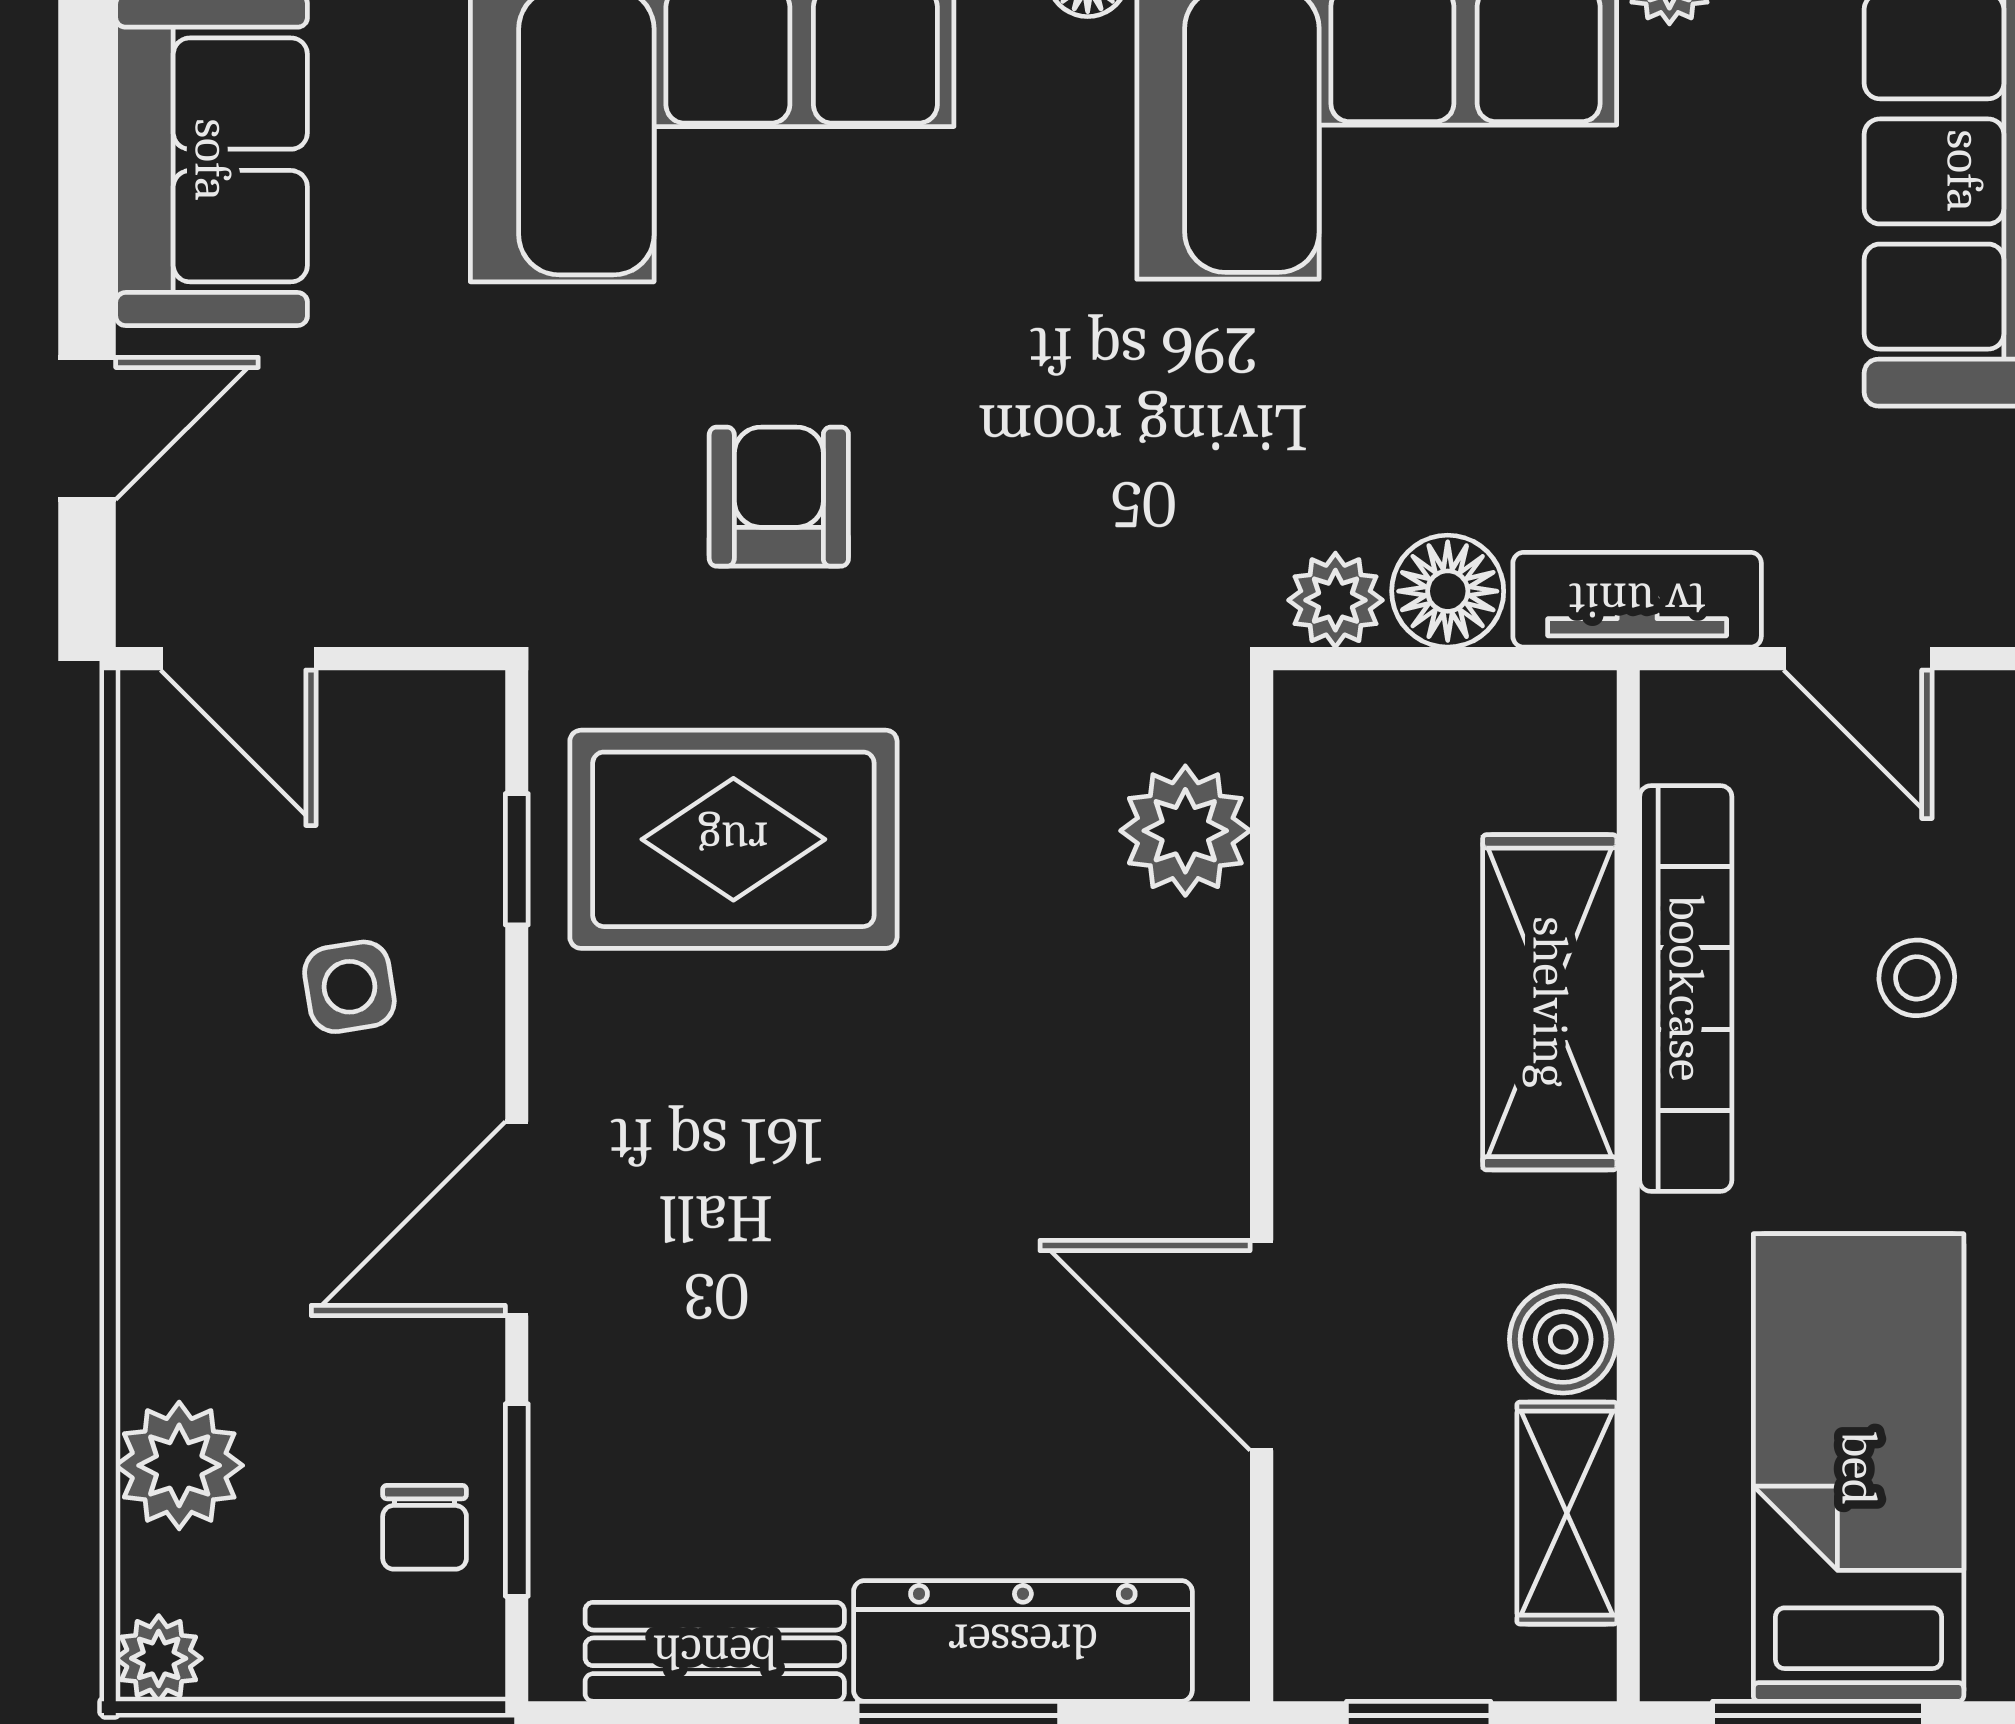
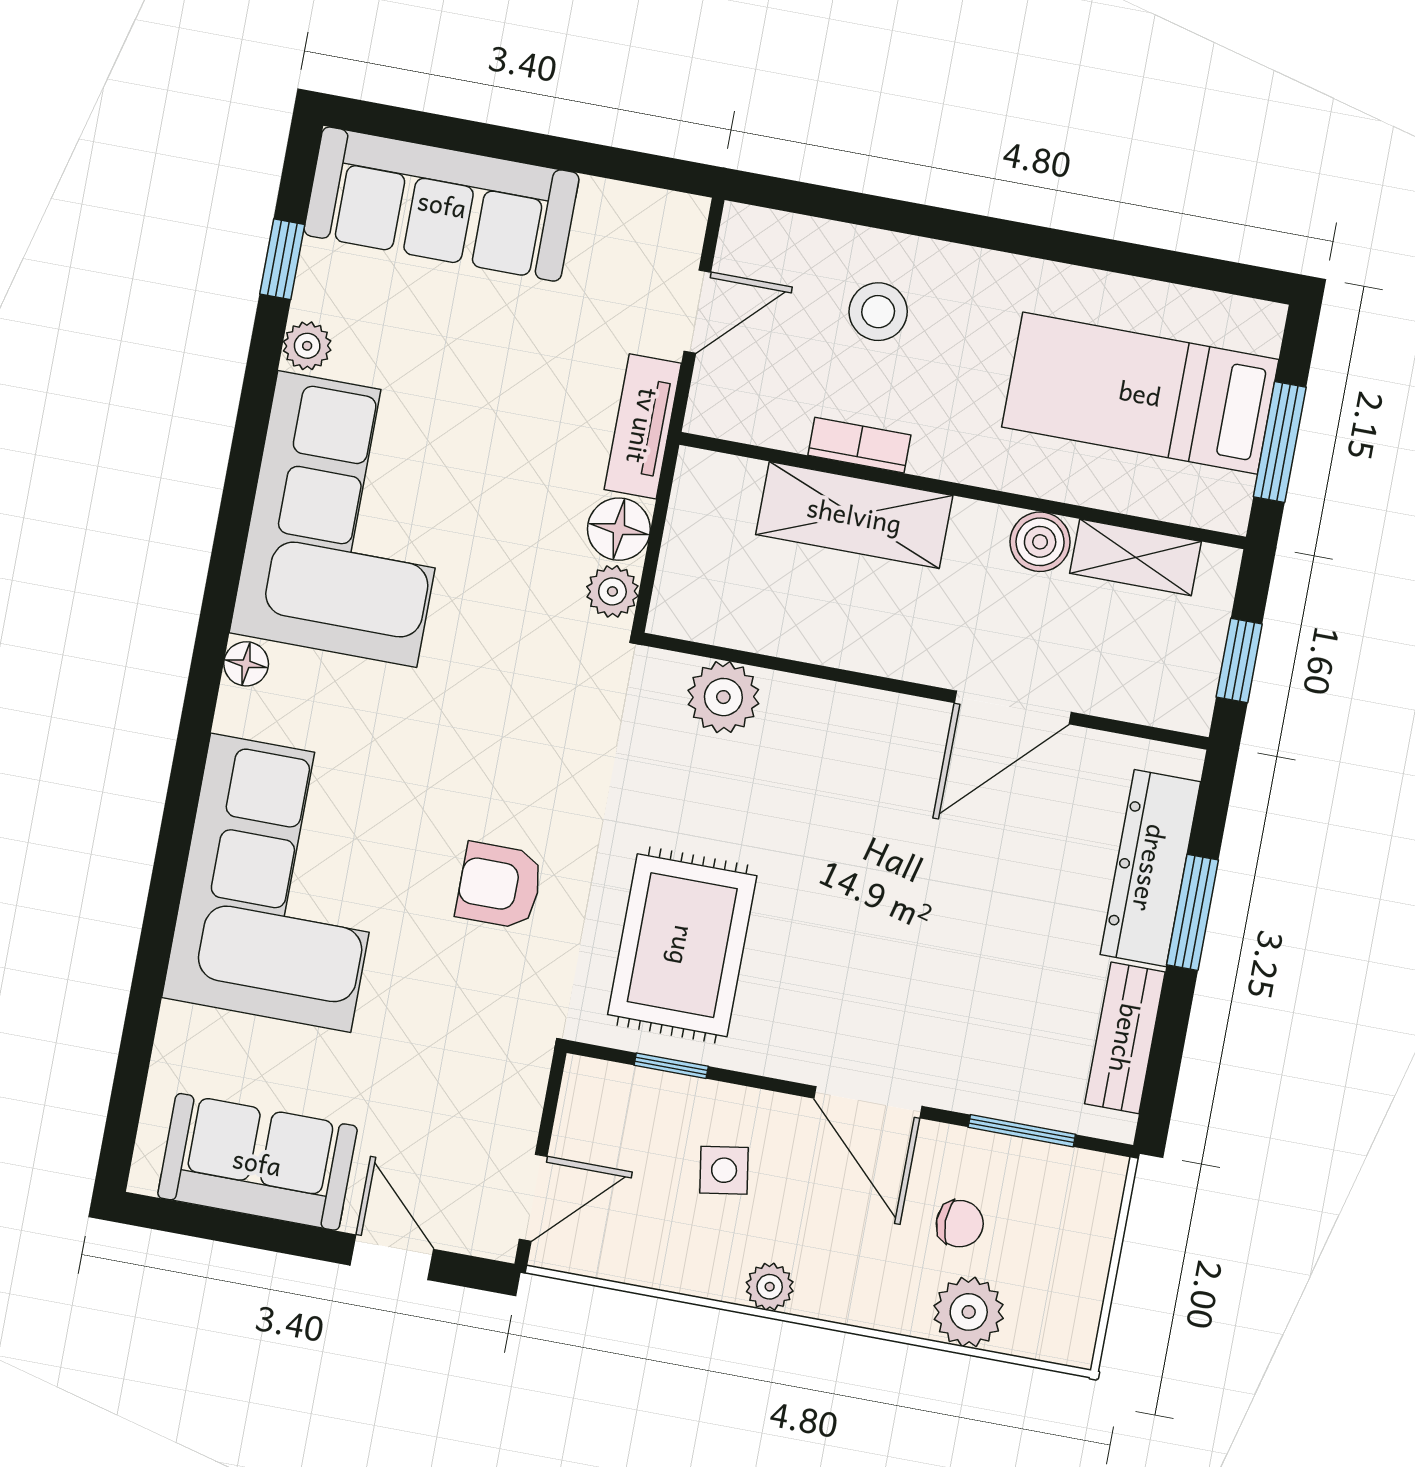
stool: (1917, 978) -> (878, 312), width x1.37, depth x1.37
bookcase: (1686, 988) -> (859, 445), width x0.43, depth x0.76
chair: (425, 1527) -> (960, 1224), moved
plant: (159, 1658) -> (770, 1287), moved

